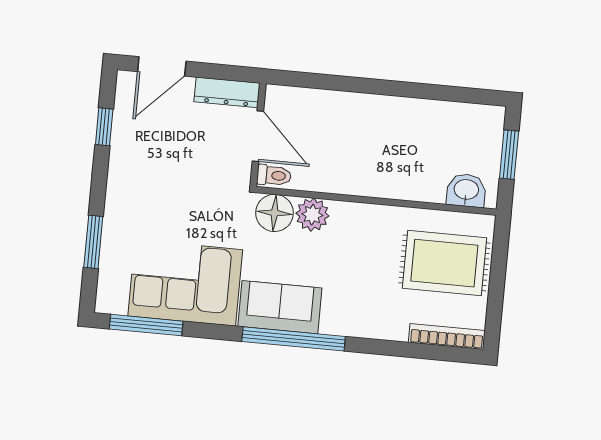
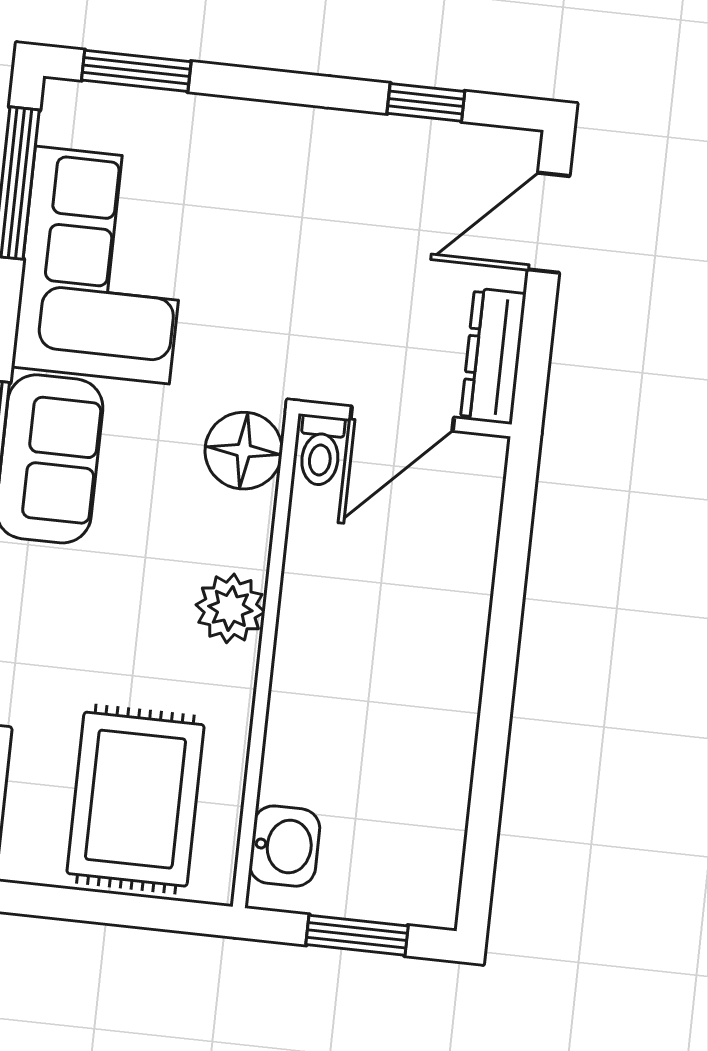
door: (162, 66) -> (549, 223), hinge flipped
plant: (312, 215) -> (230, 608), moved
window: (93, 242) -> (136, 71), moved

